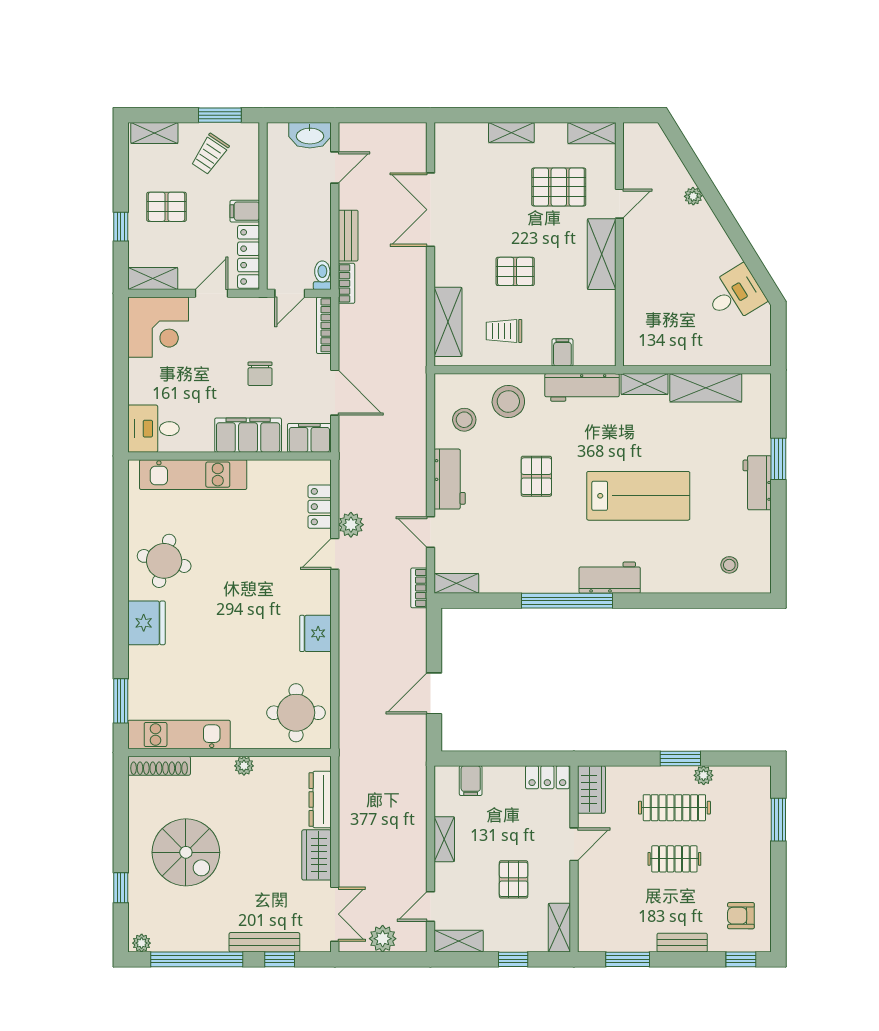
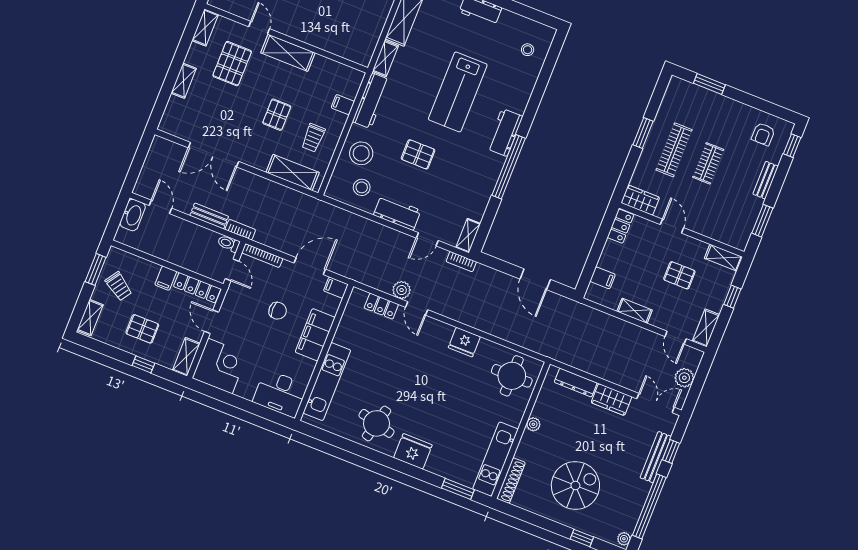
pallet: (167, 207) -> (142, 329), turned 90
desk: (153, 429) -> (280, 393), width x1.37
filing cabinet: (309, 438) -> (336, 288), width x0.50
lab bench: (638, 496) -> (458, 92), turned 180
plant: (704, 775) -> (660, 122), removed

